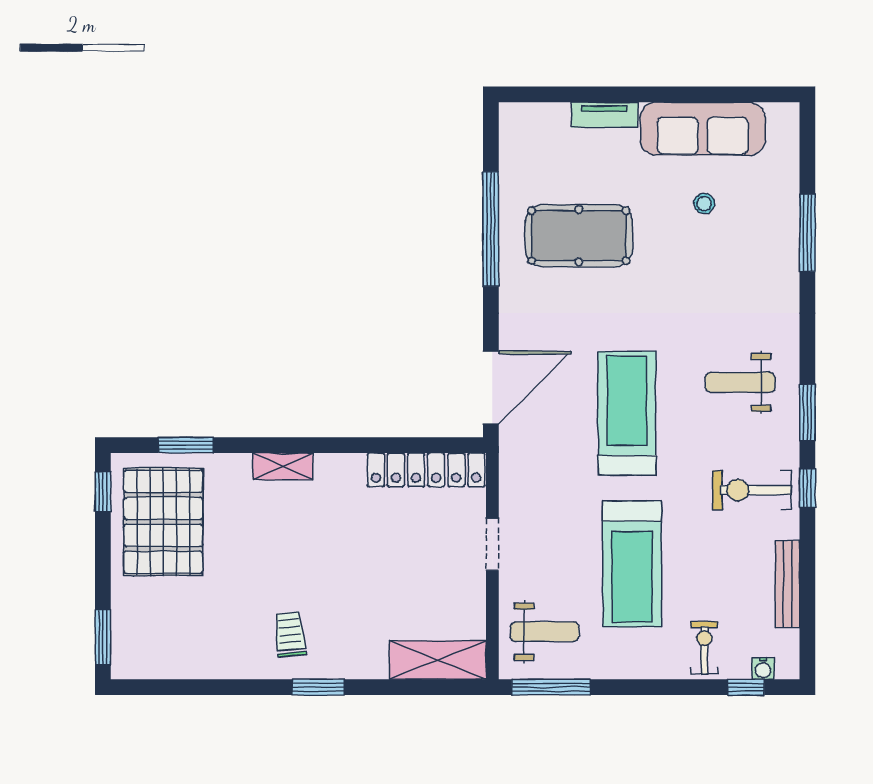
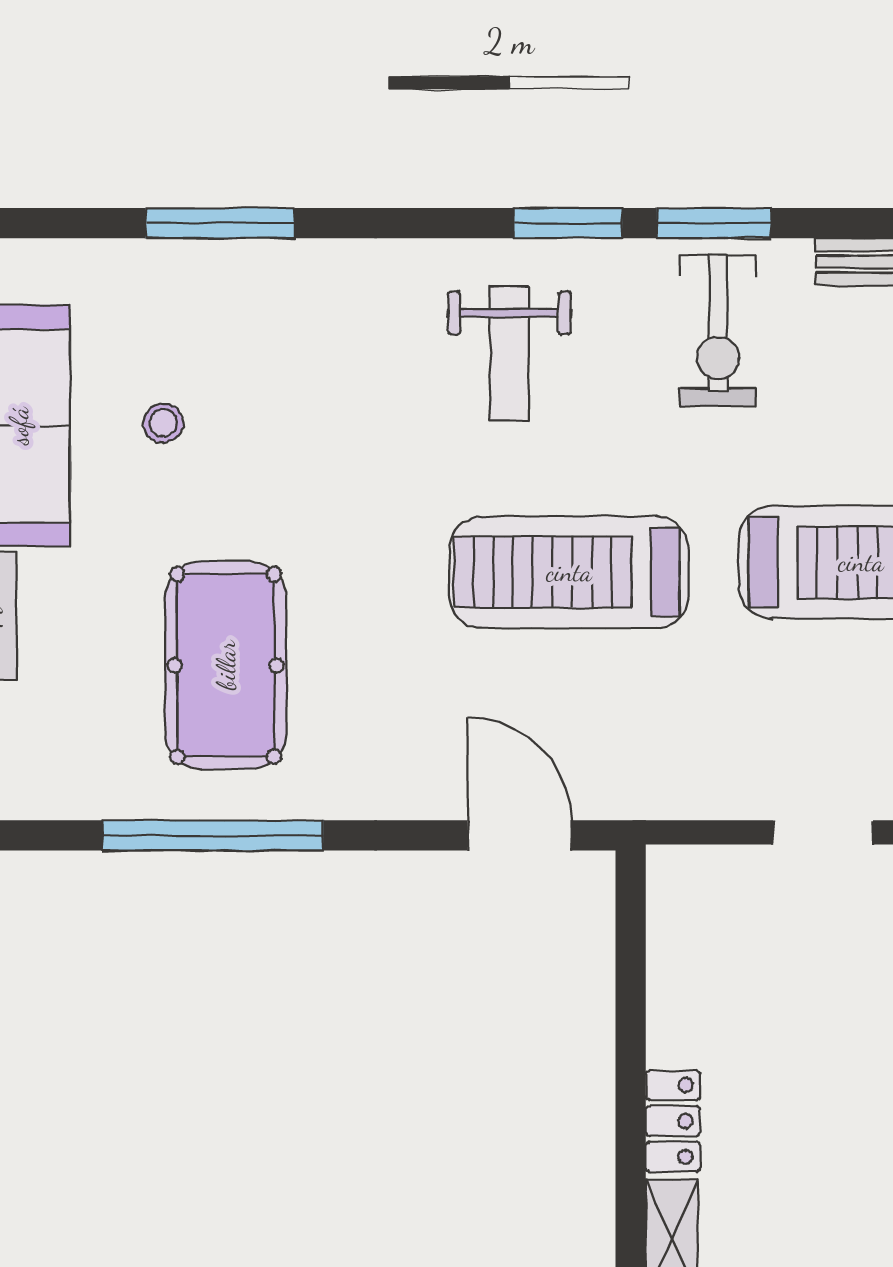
door: (491, 387) -> (519, 835), width x0.73
locker: (426, 470) -> (673, 1121), moved, width x0.46, depth x0.83
window: (807, 488) -> (714, 223), width x1.50

